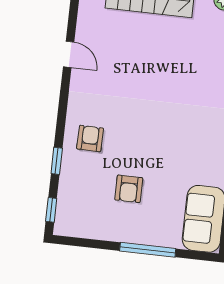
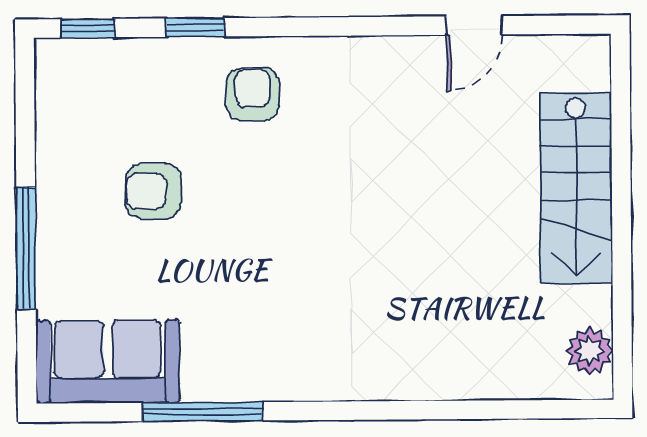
door: (69, 54) -> (474, 25), moved
armchair: (90, 139) -> (253, 94), turned -91

